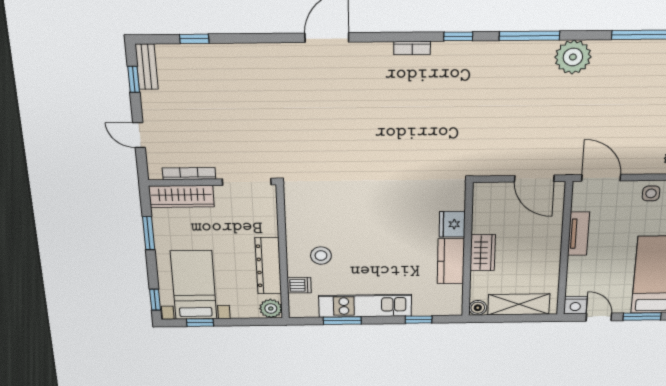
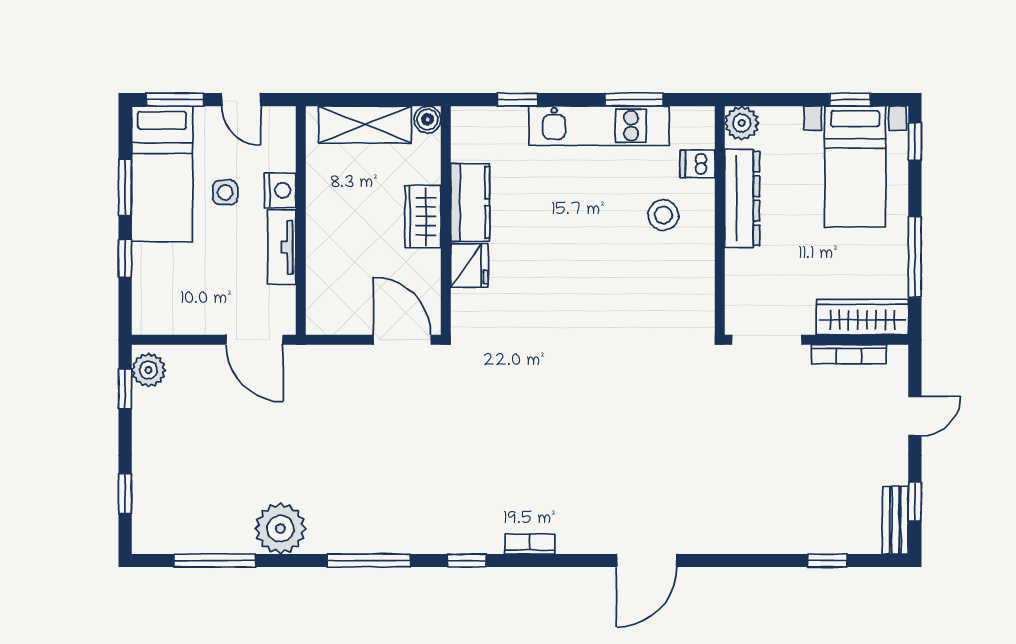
plant: (573, 57) -> (280, 529), moved
door: (139, 135) -> (915, 416), hinge flipped
door: (534, 179) -> (402, 340), moved
side table: (651, 193) -> (225, 192), moved
window: (149, 233) -> (915, 257), width x1.44
nightstand: (575, 305) -> (280, 190), moved, turned 90

